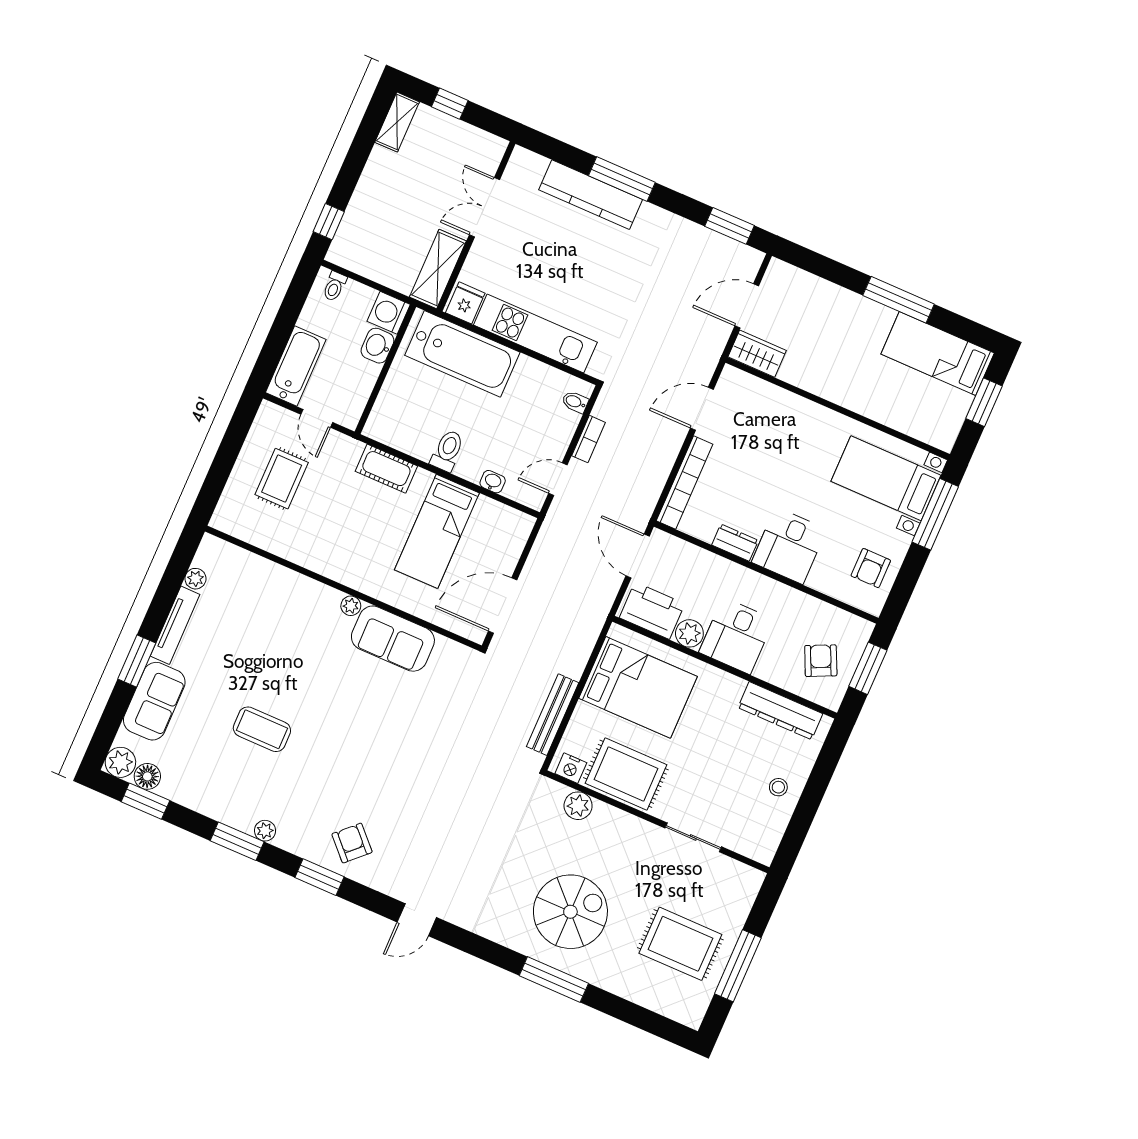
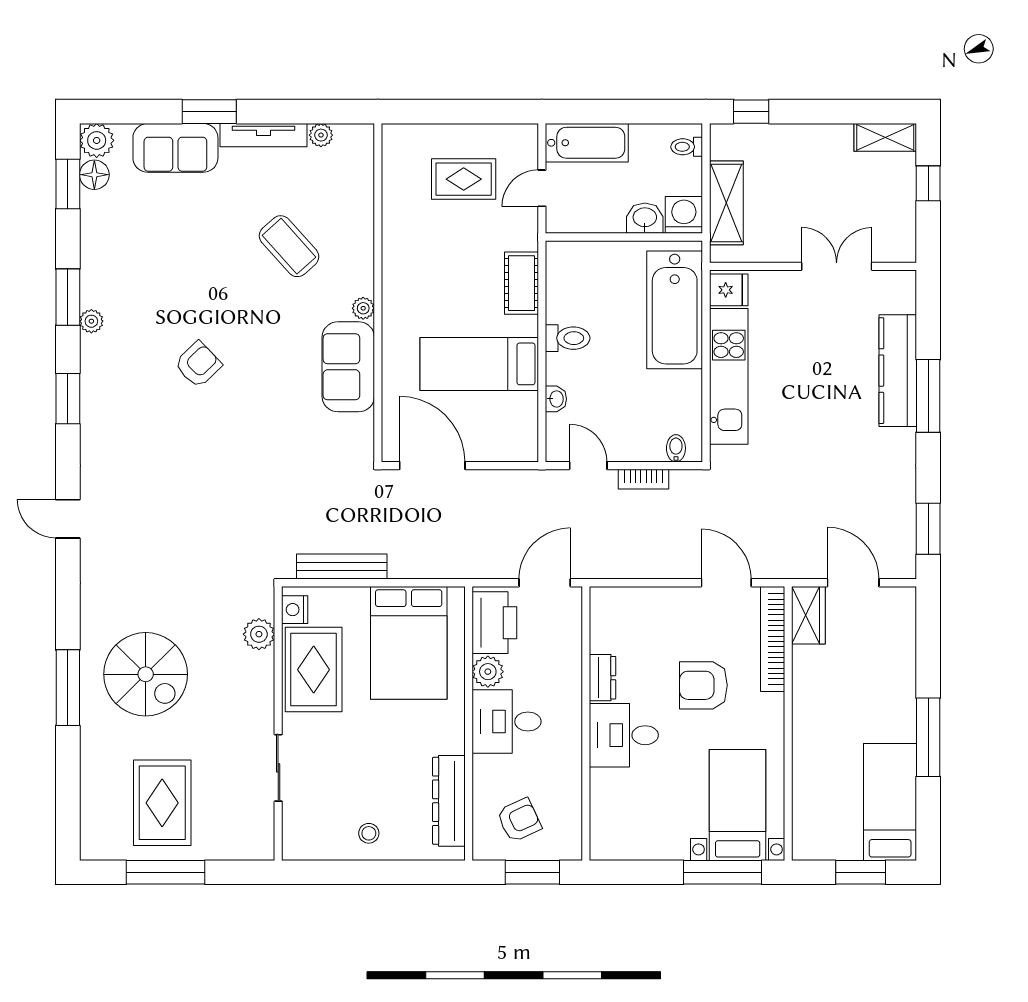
shelving: (438, 269) -> (726, 203), moved, turned 90
bookcase: (685, 482) -> (773, 639), moved, turned 90
armchair: (871, 568) -> (703, 685), moved, width x1.38, depth x1.38
coffee table: (262, 729) -> (289, 246), moved, turned -42
armchair: (352, 843) -> (198, 364), moved

